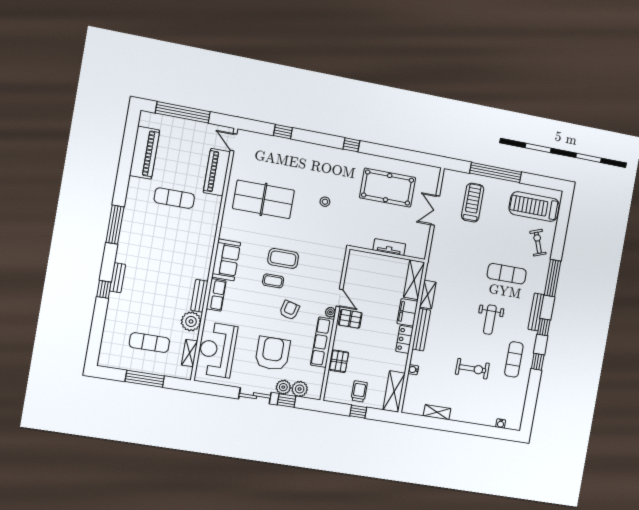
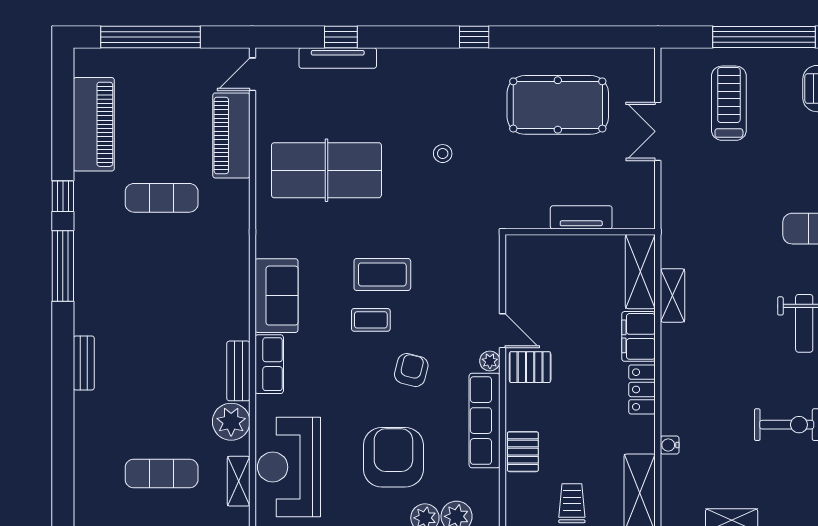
door: (233, 142) -> (252, 74), hinge flipped
tv unit: (279, 142) -> (338, 58), added
window: (104, 289) -> (63, 196), moved
bench: (421, 330) -> (672, 365), removed

